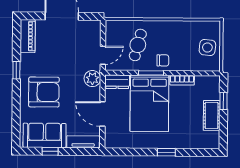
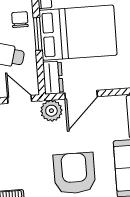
door: (102, 114) -> (81, 95), moved

